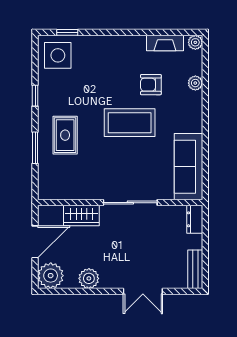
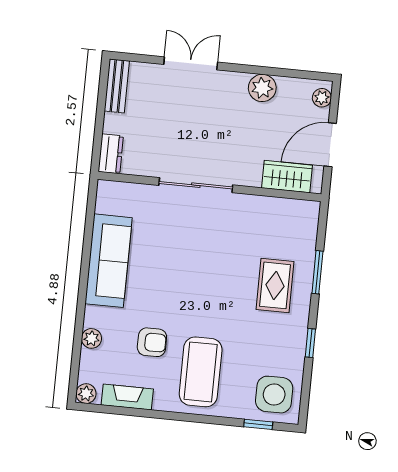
coffee table: (130, 123) -> (201, 372), moved, turned 90
sofa: (189, 167) -> (109, 261), moved
wardrobe: (81, 216) -> (287, 177), moved
plant: (51, 276) -> (322, 98), width x0.53, depth x0.53

